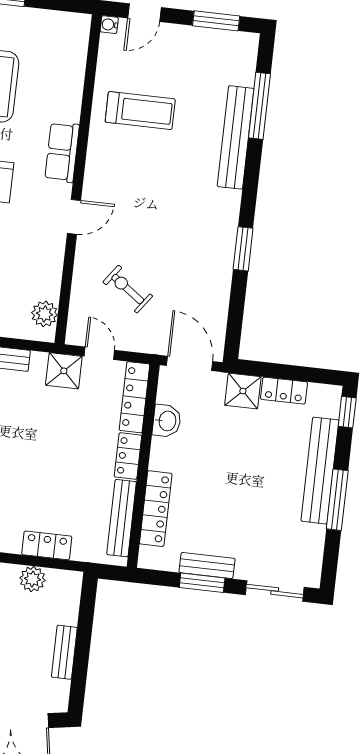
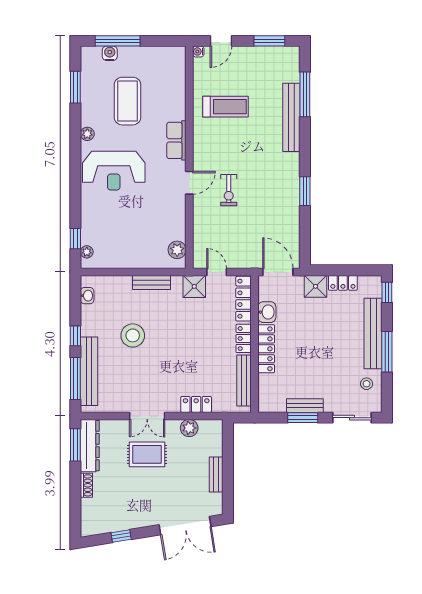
exercise bike: (128, 289) -> (229, 190), moved, turned -126
locker: (156, 509) -> (266, 349), moved
stool: (302, 543) -> (367, 384), added

